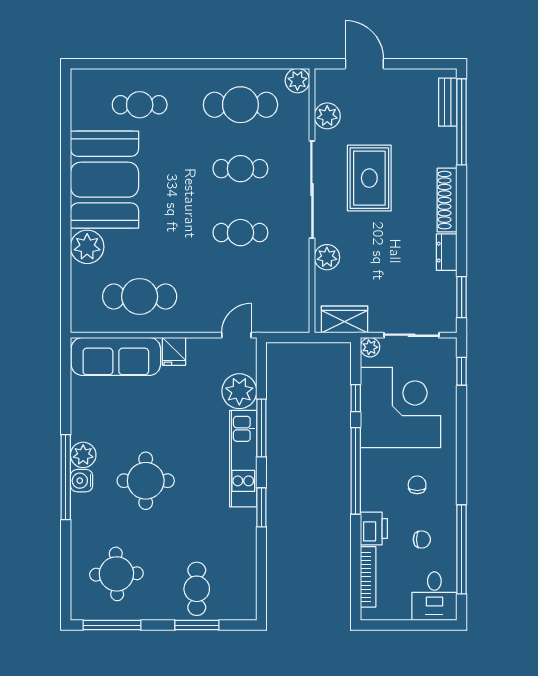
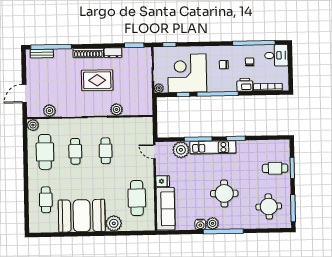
rug: (369, 178) -> (97, 80), moved
wardrobe: (345, 319) -> (146, 101), removed
water cooler: (82, 481) -> (200, 224), moved

